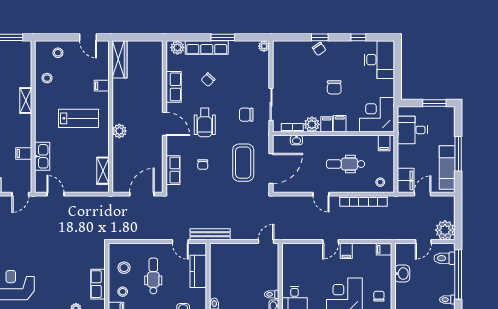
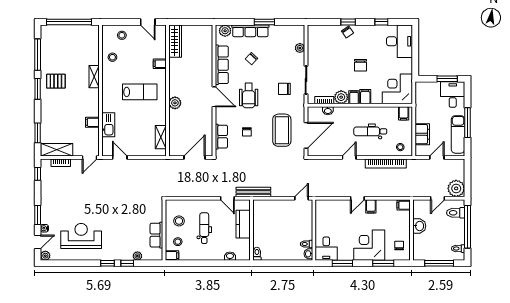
plant: (264, 46) -> (300, 48), moved
row of seats: (174, 87) -> (222, 65), width x1.48
desk: (412, 130) -> (453, 94), moved, turned 90
filing cabinet: (406, 180) -> (422, 134), moved
door: (321, 194) -> (349, 157), swing flipped

